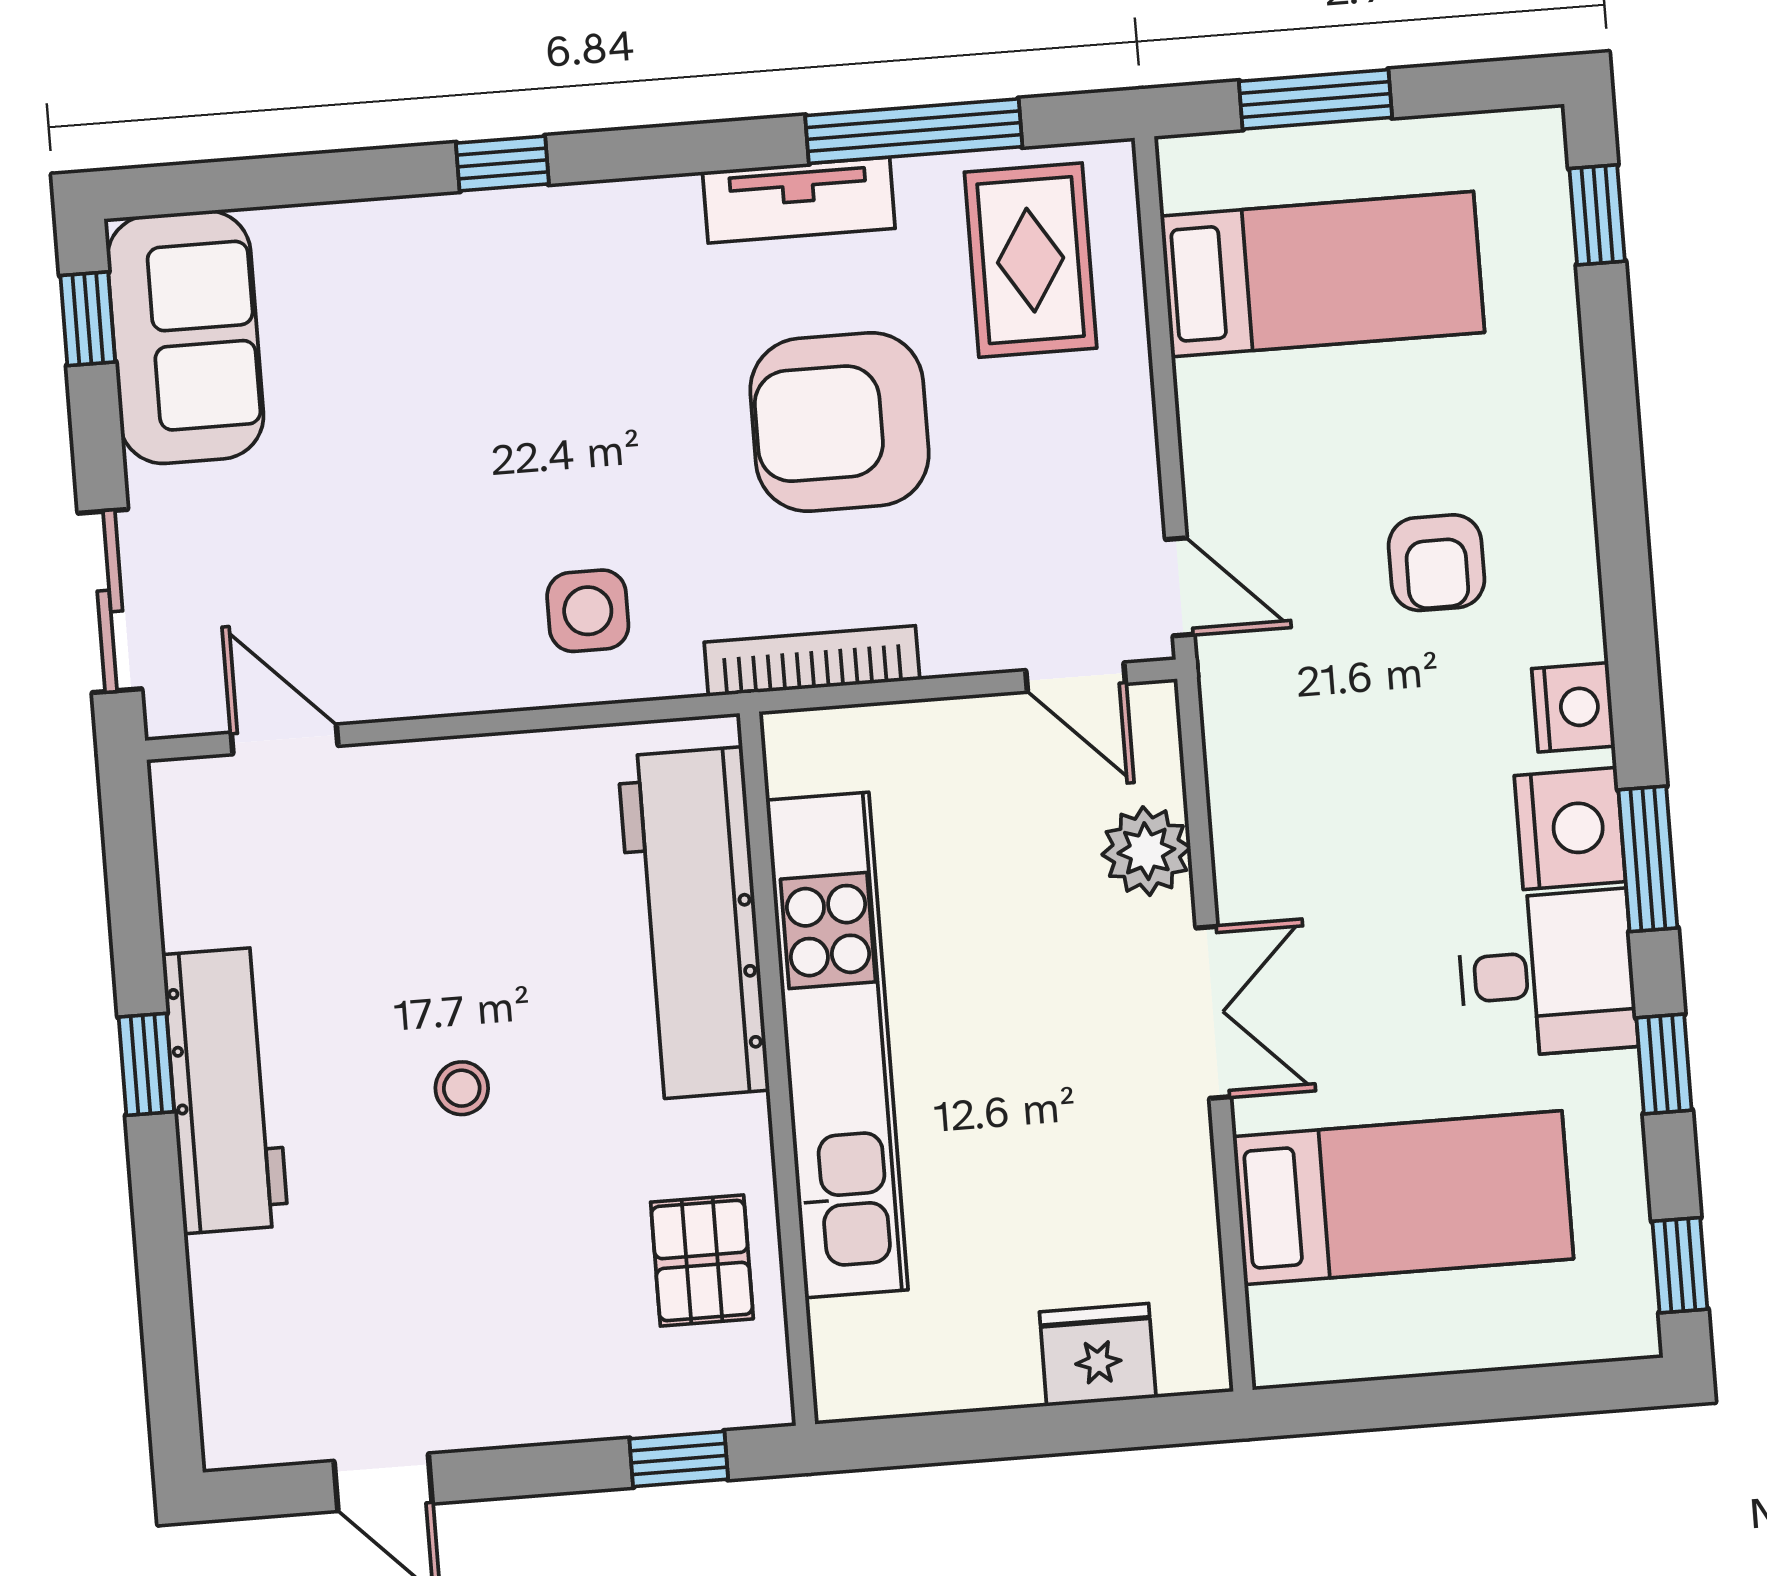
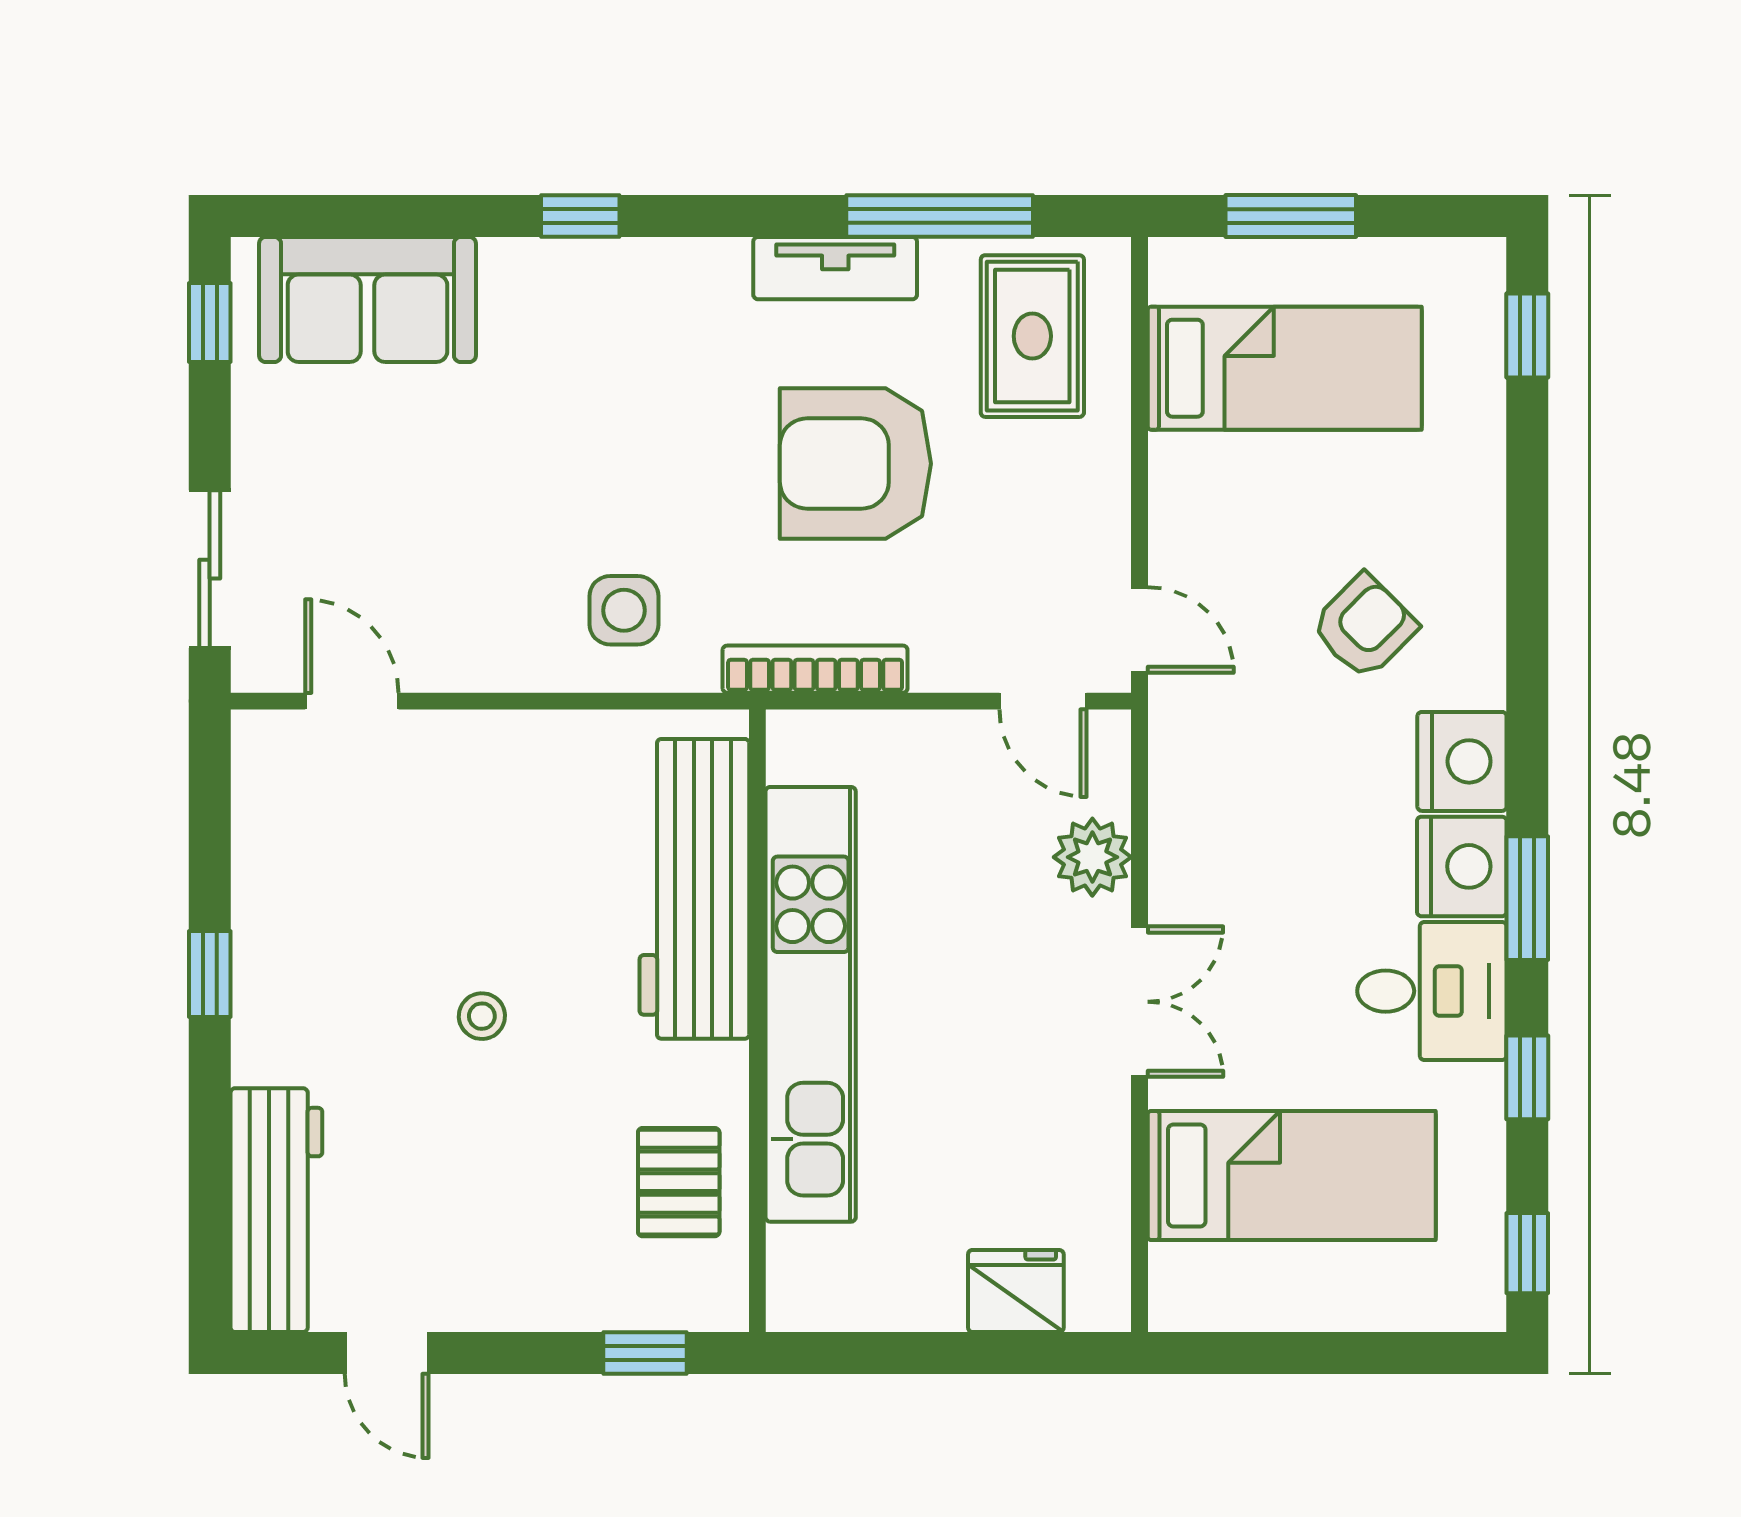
sofa: (185, 337) -> (367, 300), moved, turned 90
armchair: (1436, 563) -> (1364, 626), turned -135
nightstand: (1573, 707) -> (1462, 761), width x1.36, depth x1.33
workbench: (225, 1090) -> (276, 1210), moved

